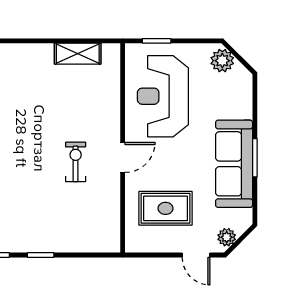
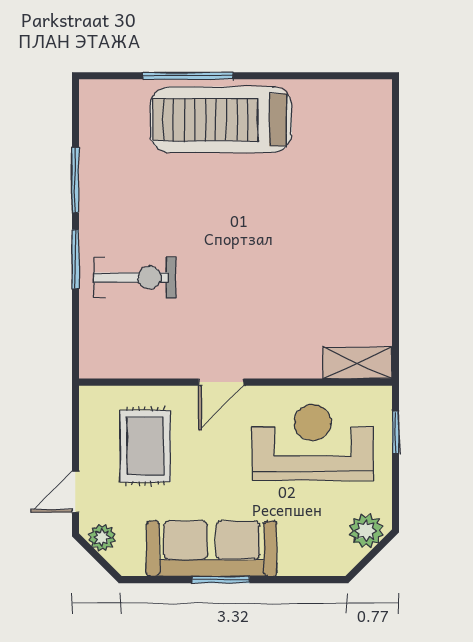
shelving: (78, 54) -> (357, 363), moved, turned 90
door: (123, 157) -> (221, 382), hinge flipped
exercise bike: (76, 162) -> (135, 278), moved, width x1.38, depth x1.39
window: (41, 255) -> (75, 259), width x1.50

